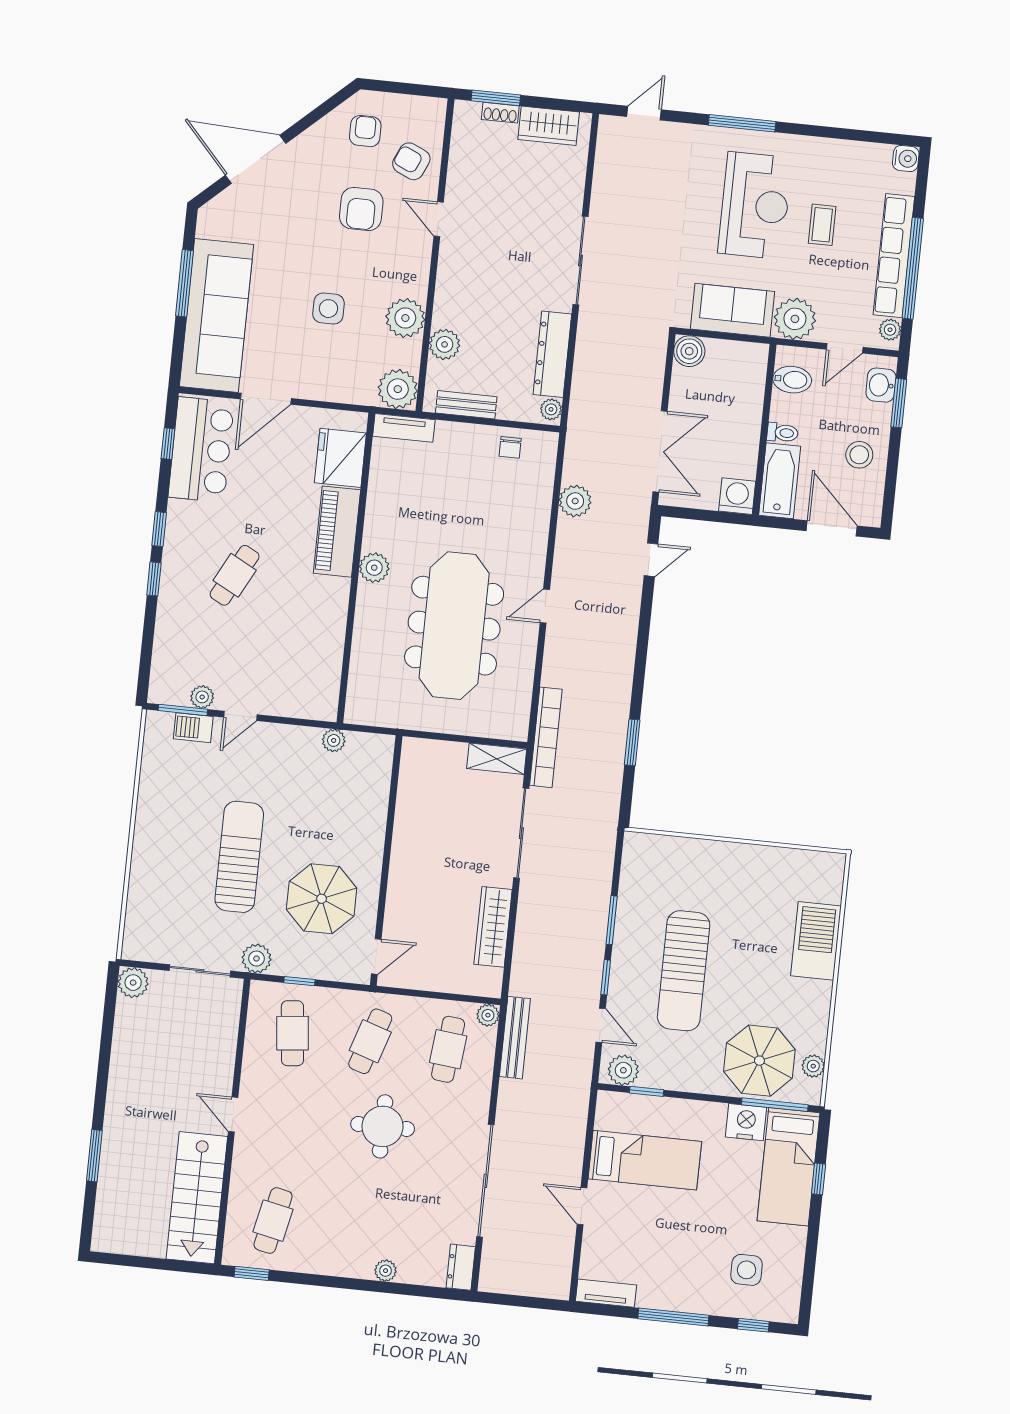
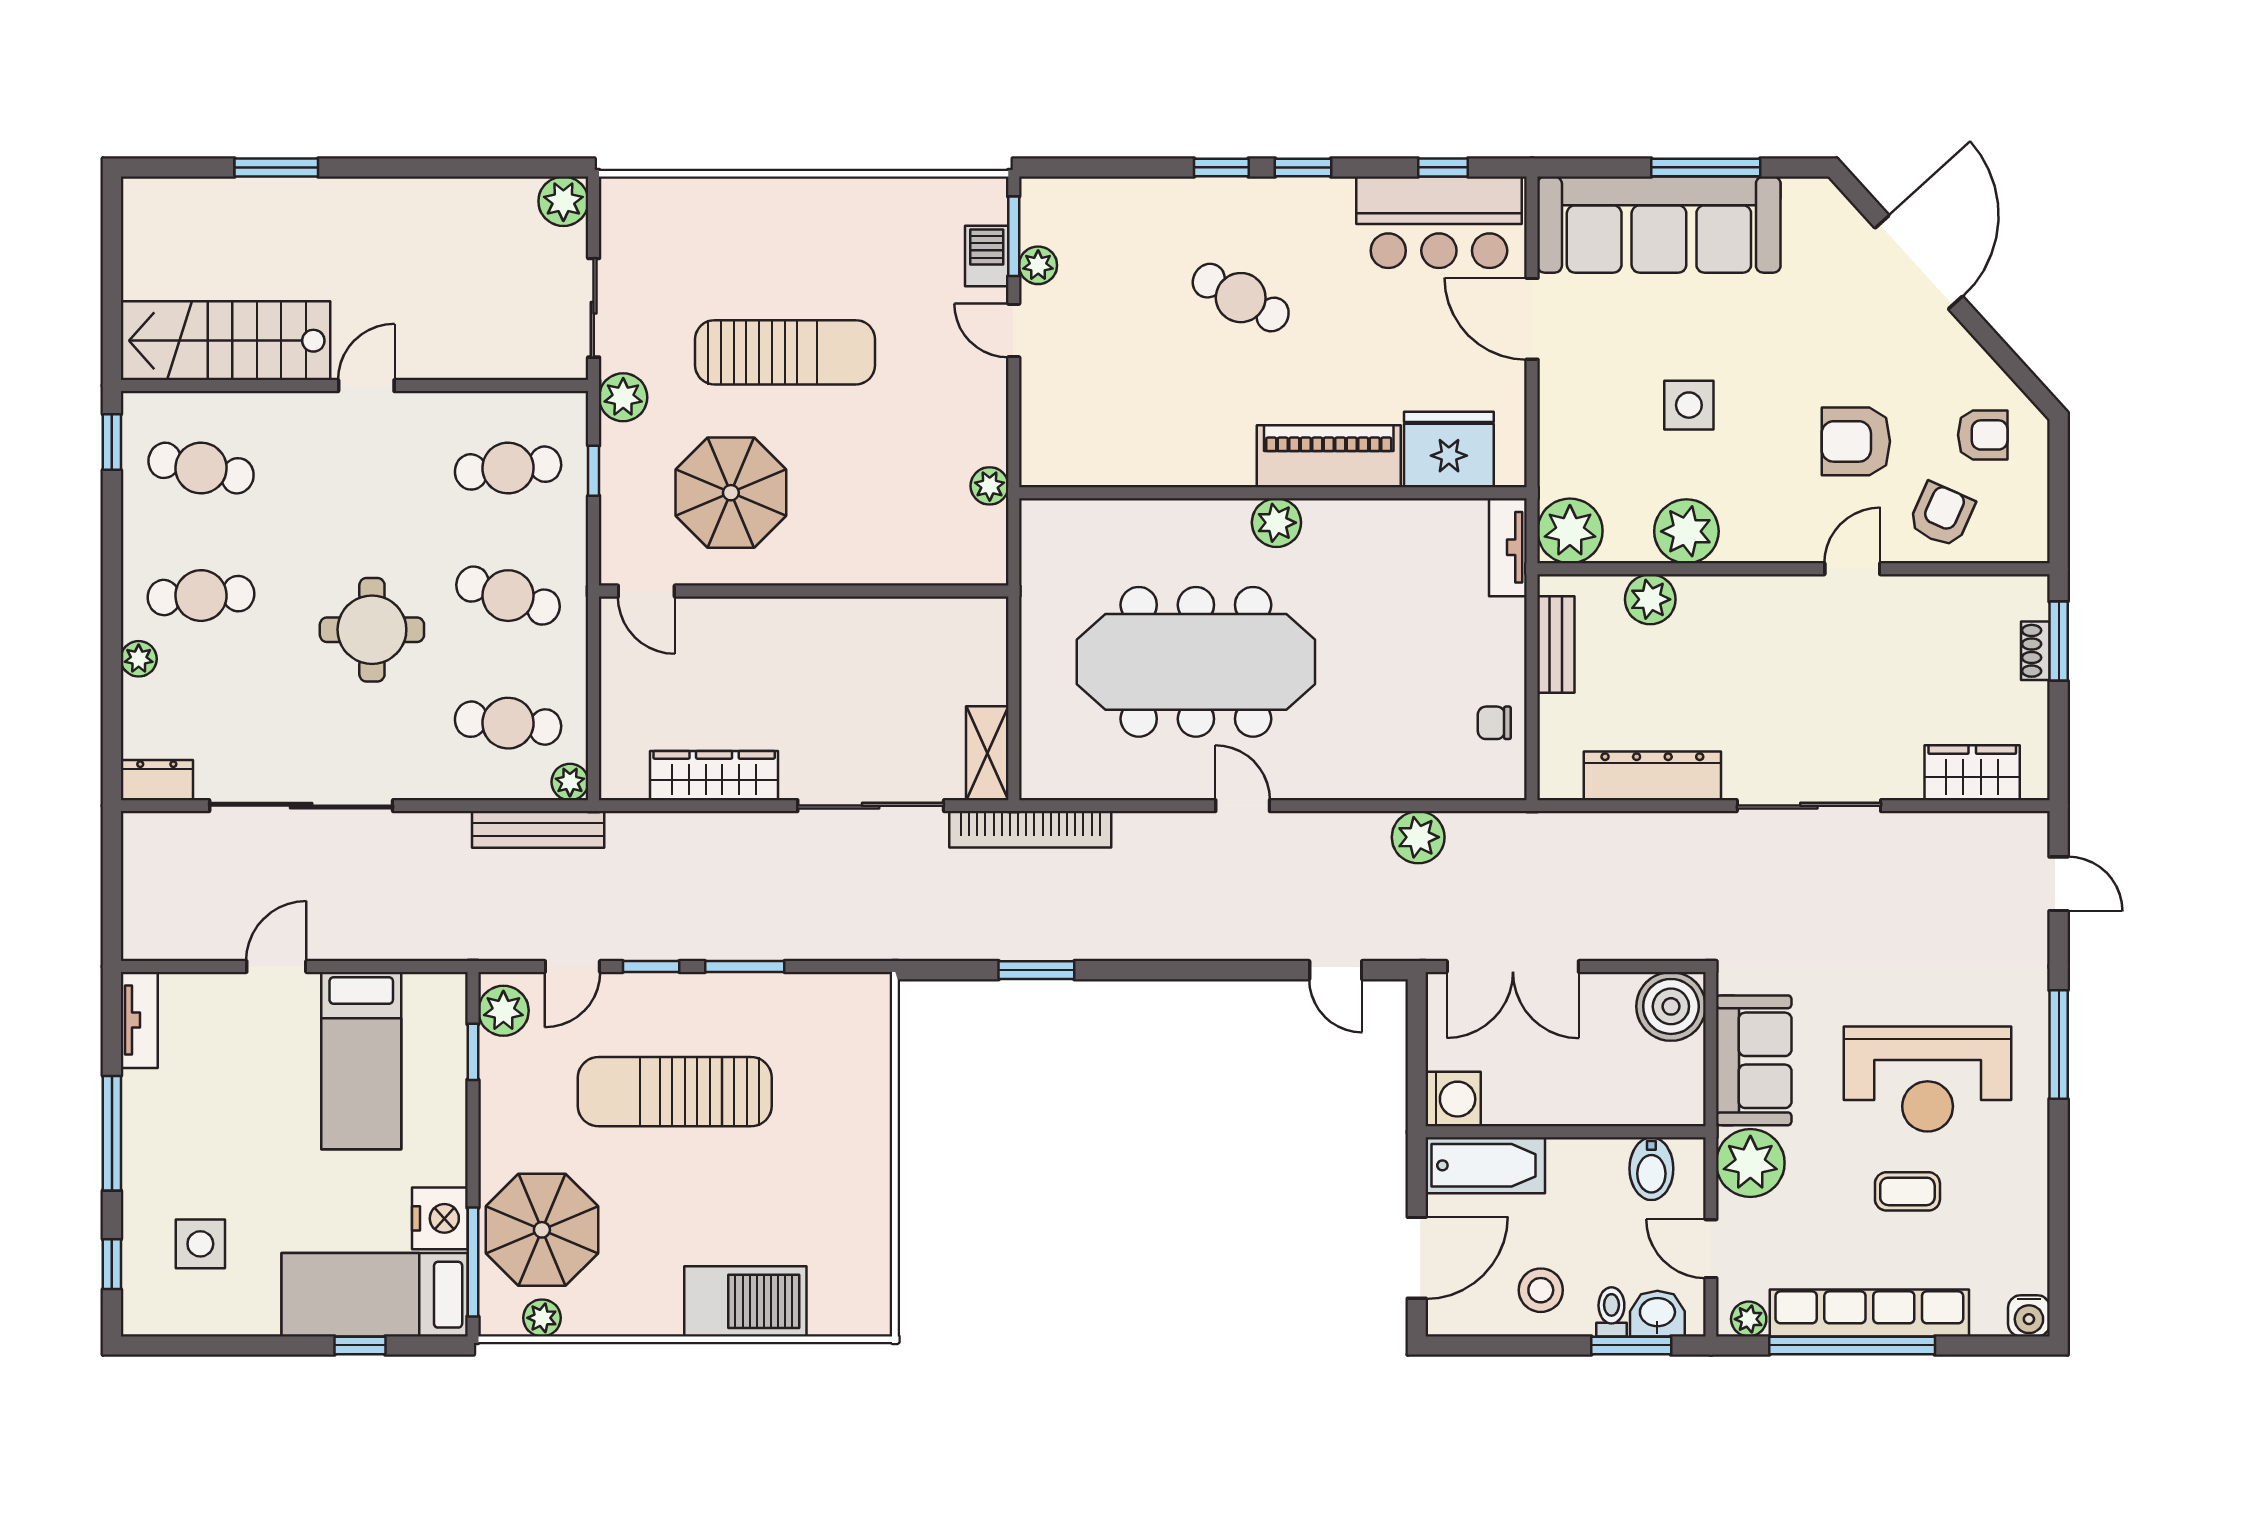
wardrobe: (549, 126) -> (1972, 773), moved, turned 90
boiler: (689, 351) -> (1671, 1006), width x1.37, depth x1.37
plant: (551, 409) -> (1563, 783), removed
toilet: (782, 433) -> (1611, 1312), moved, turned 180
cafe table: (351, 1229) -> (201, 596), added

